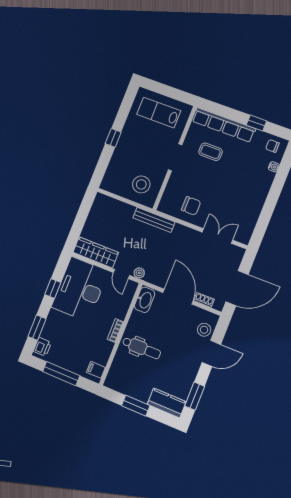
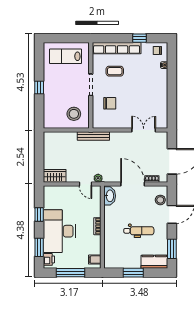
chair: (191, 206) -> (110, 103), moved
wardrobe: (96, 252) -> (55, 176), width x0.67
desk: (80, 289) -> (59, 231), moved
dental chair: (141, 348) -> (139, 231), moved

